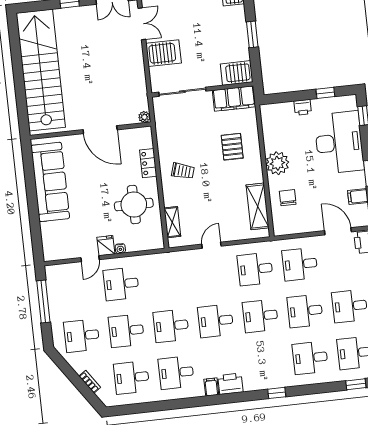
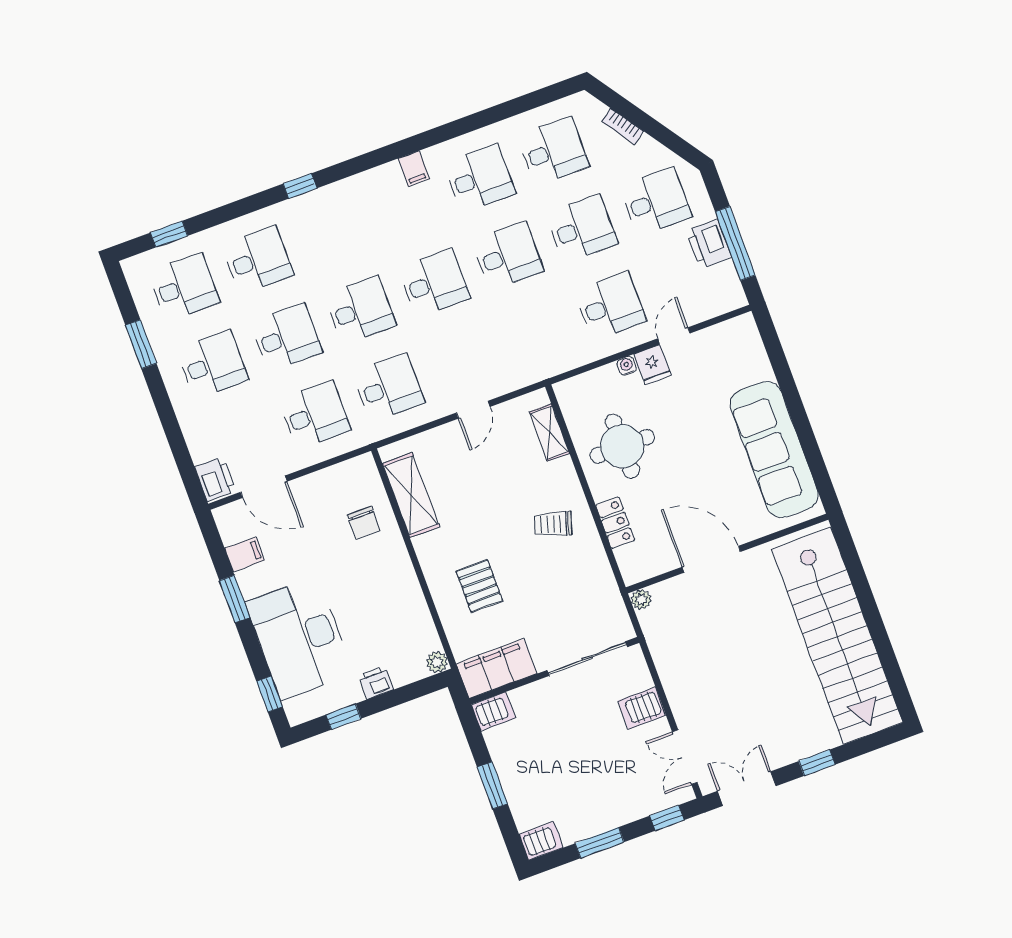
server rack: (164, 53) -> (642, 708), width x0.73, depth x0.70
server rack: (237, 73) -> (493, 711), width x0.73, depth x0.70
plant: (277, 163) -> (437, 662), moved, width x0.53, depth x0.53
printer: (230, 384) -> (709, 244), moved, turned 90

